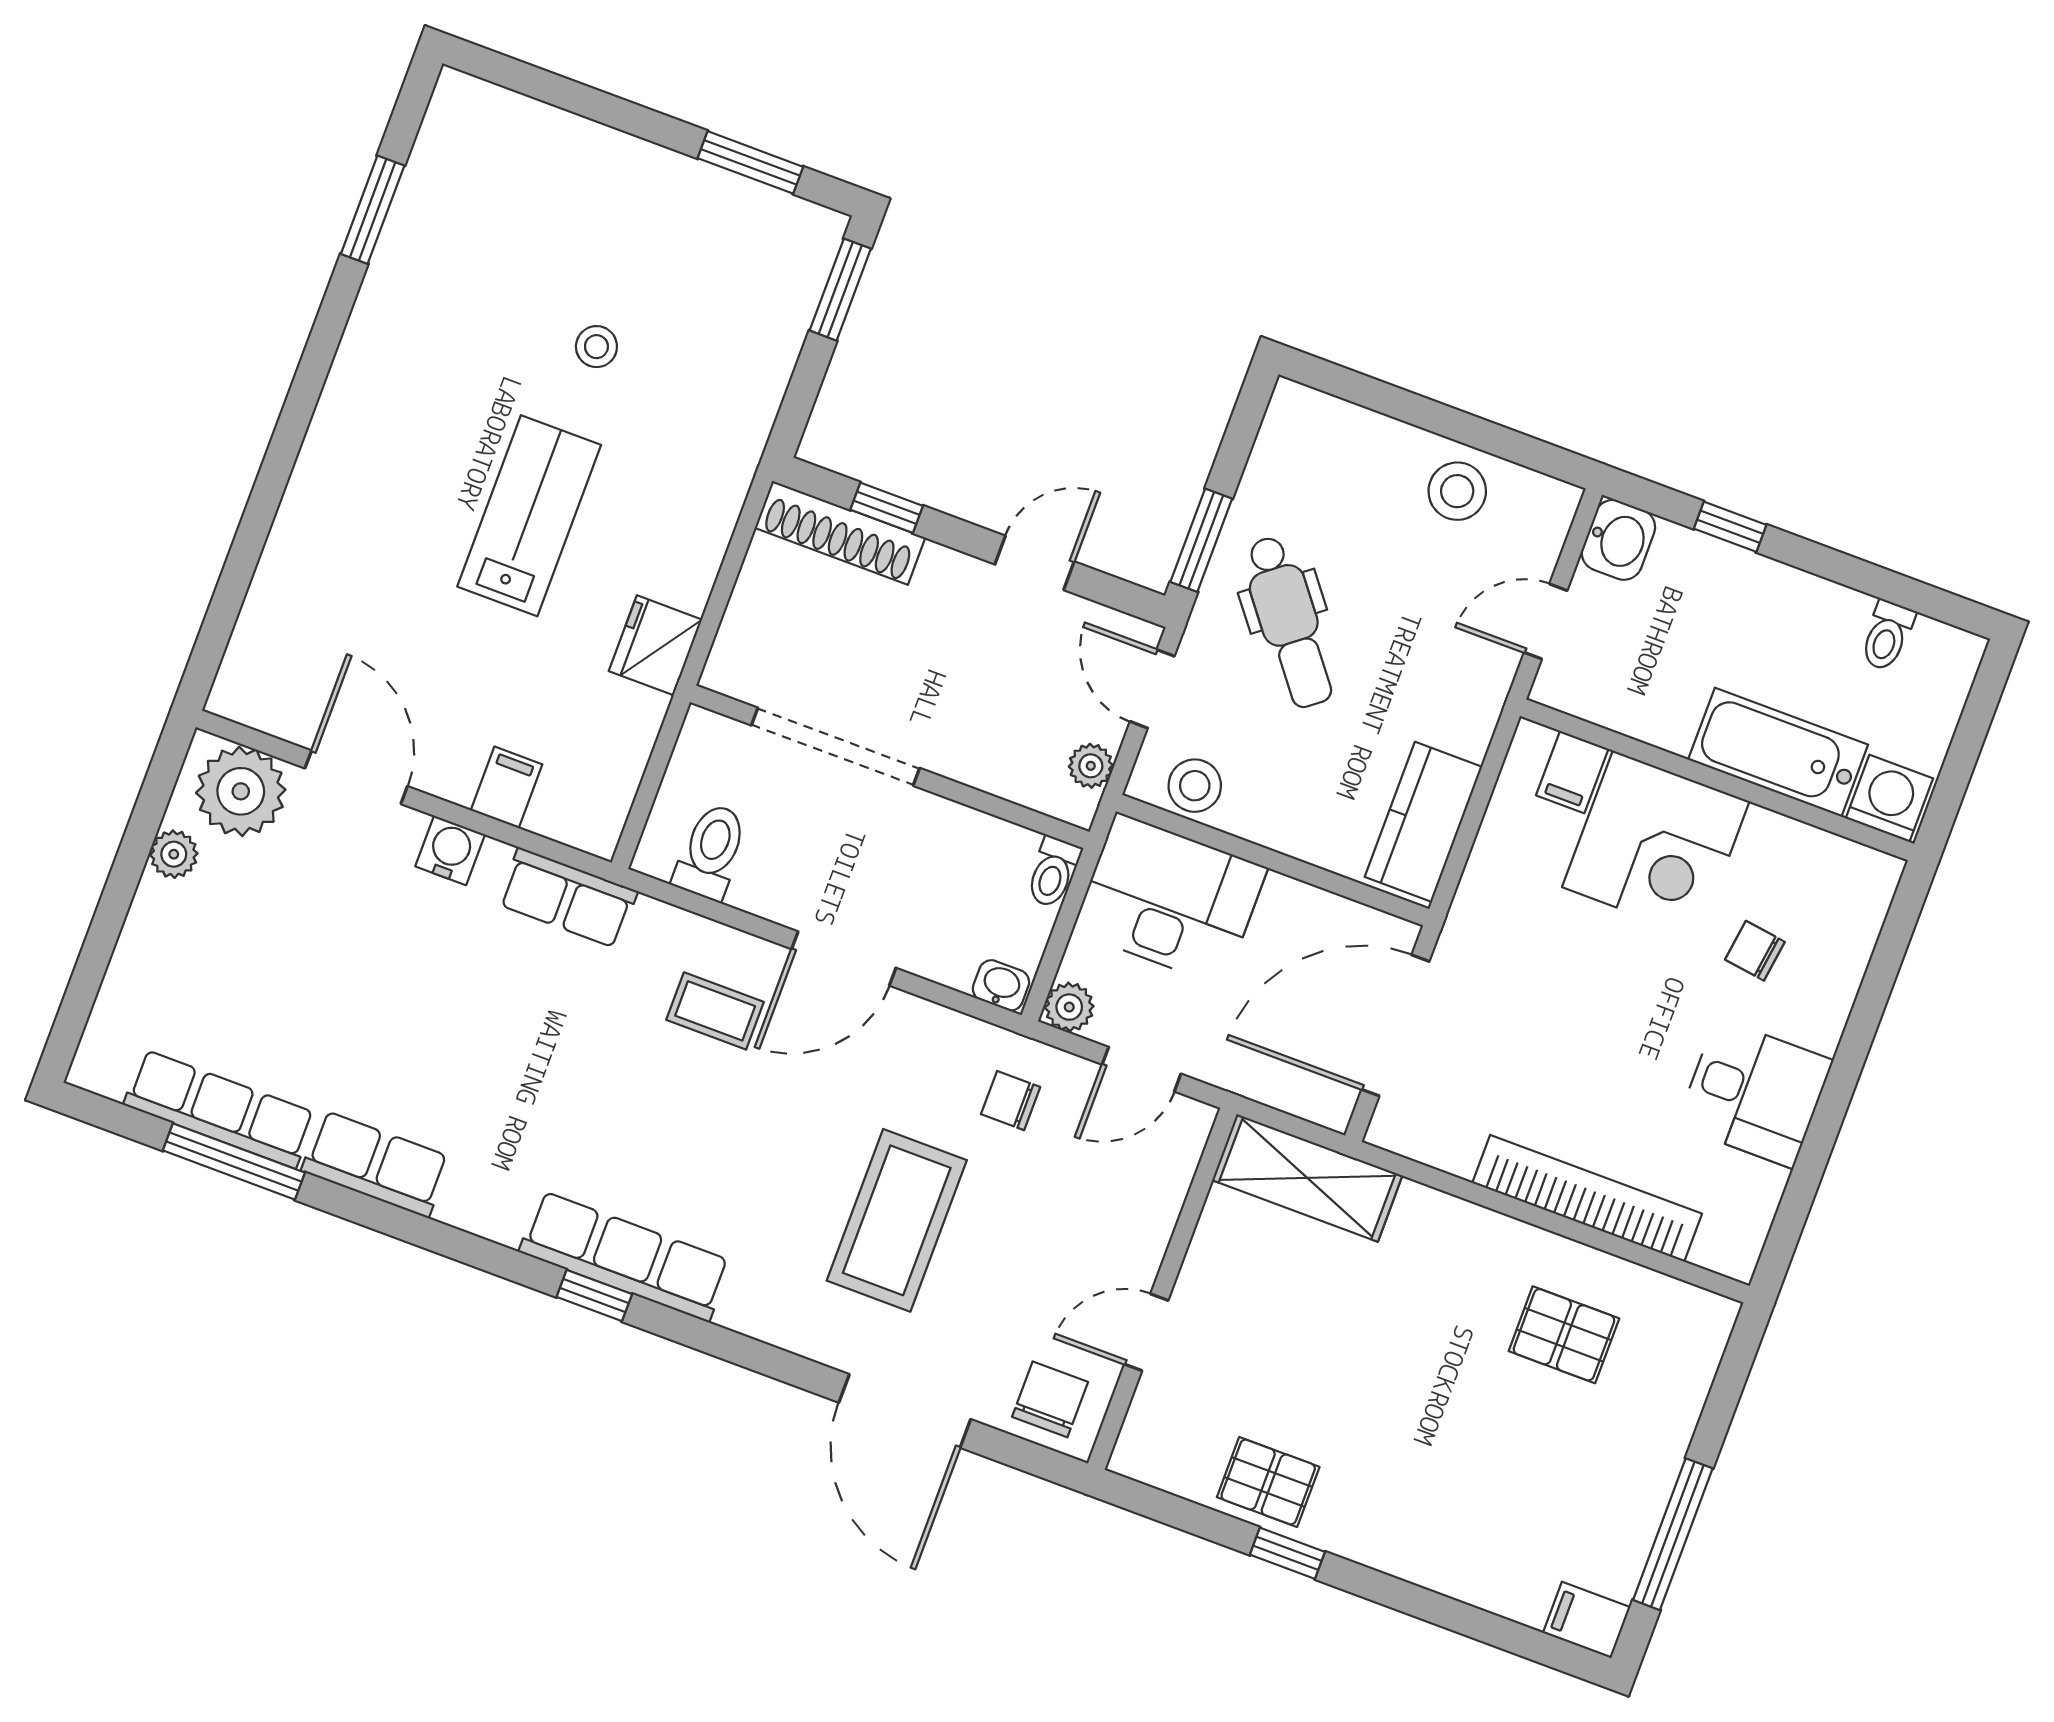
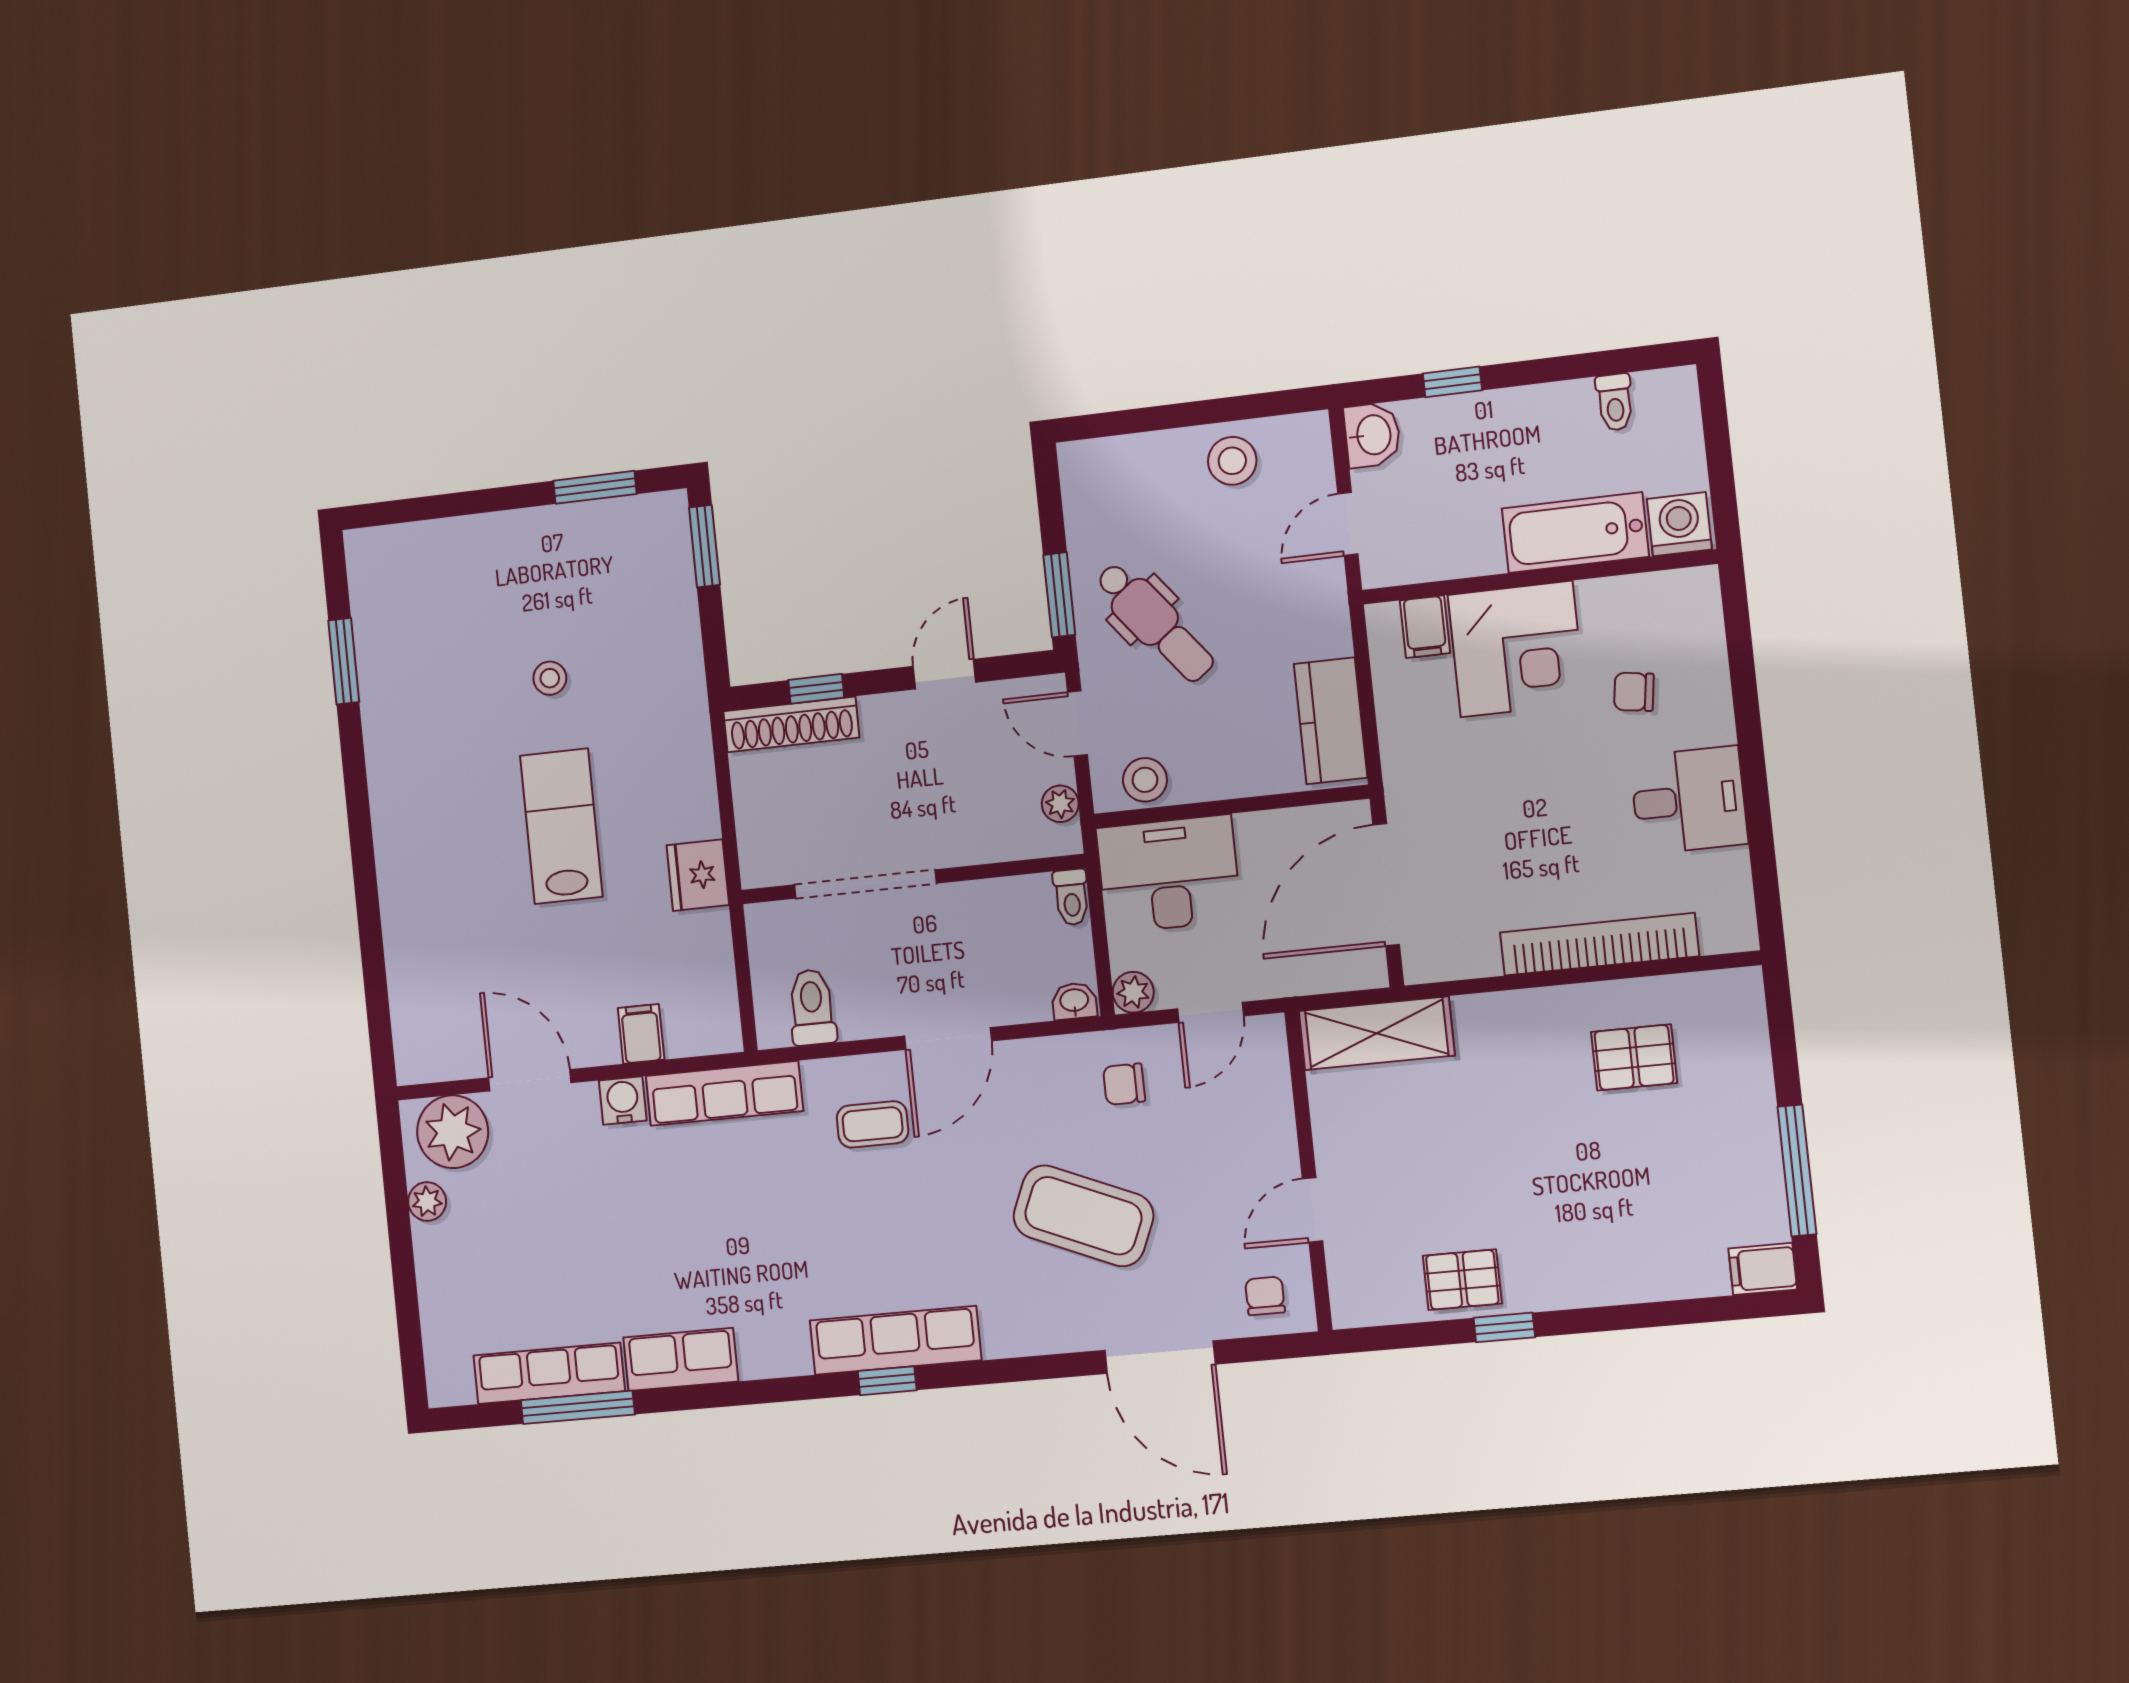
row of seats: (568, 898) -> (724, 1093), width x1.48
coffee table: (897, 1220) -> (1083, 1216), turned -67
chair: (1050, 1399) -> (1265, 1296), width x0.73, depth x0.73

